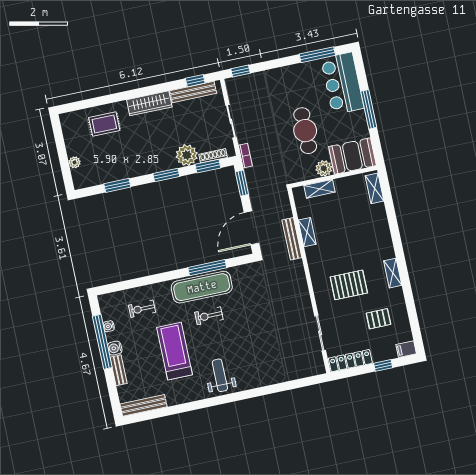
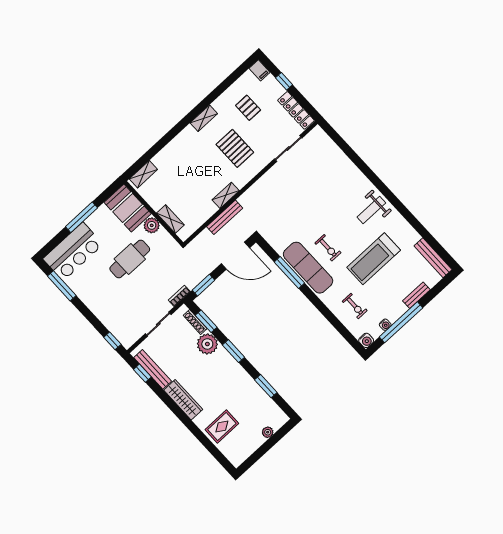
rug: (104, 124) -> (222, 426), turned 90
shelving: (307, 232) -> (226, 195), moved
water cooler: (115, 348) -> (366, 340), moved

